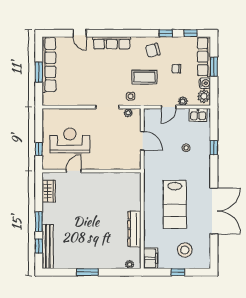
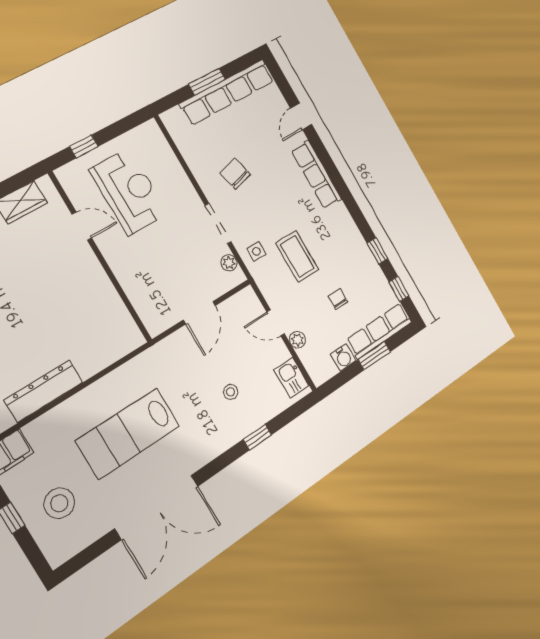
chair: (153, 50) -> (235, 174), moved
plant: (204, 96) -> (324, 369), removed

